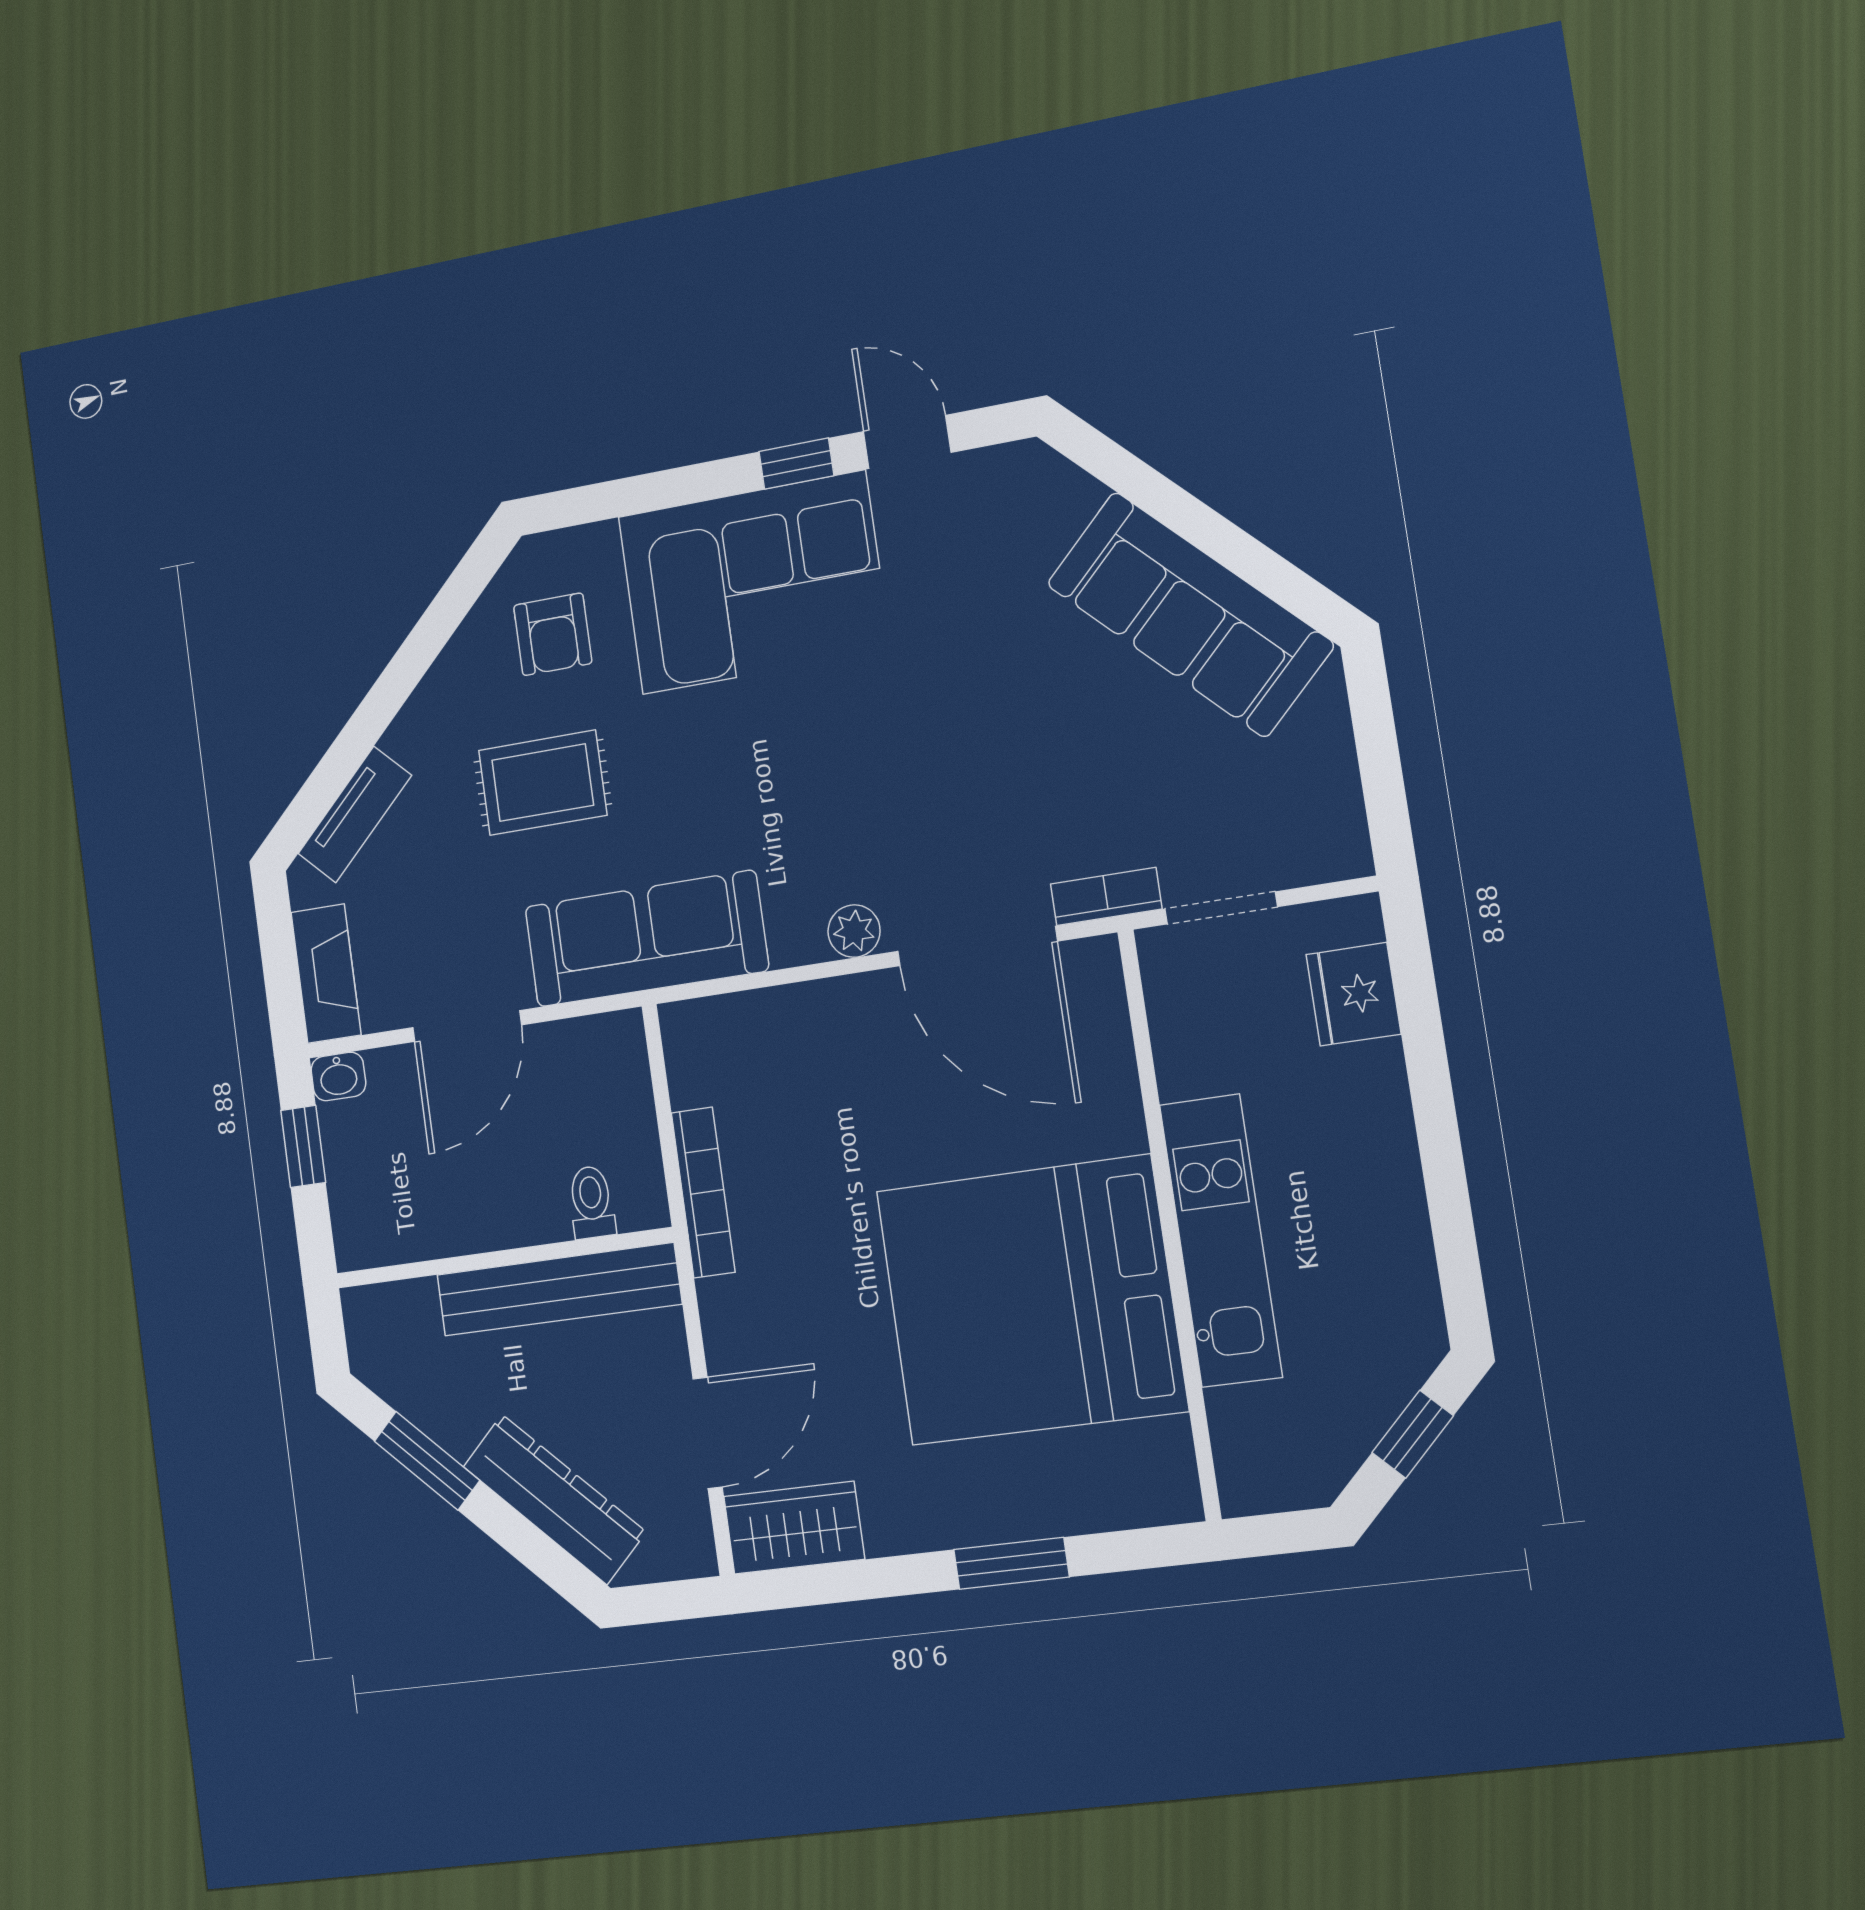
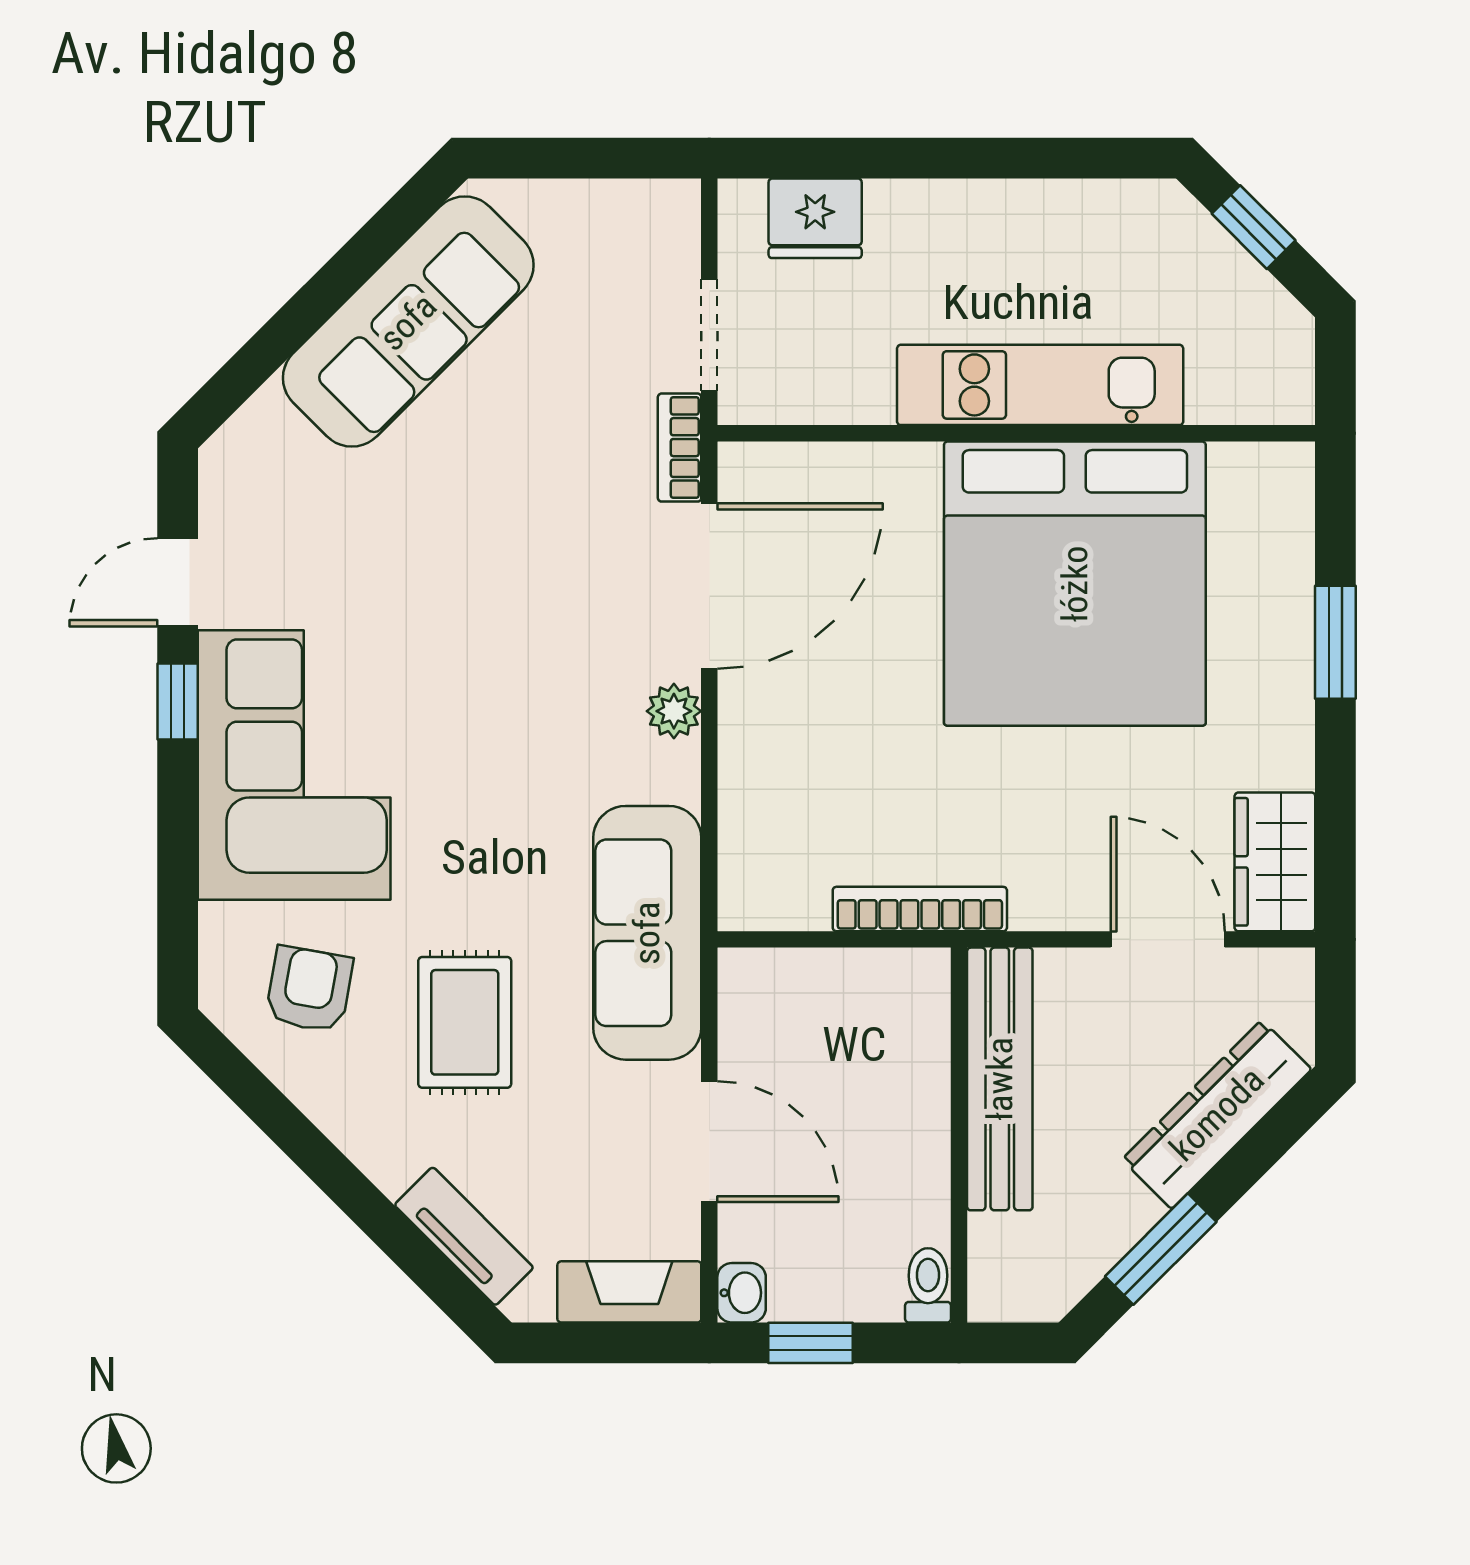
armchair: (553, 634) -> (309, 989), turned -80
toilet: (592, 1202) -> (928, 1285), moved, turned 90

